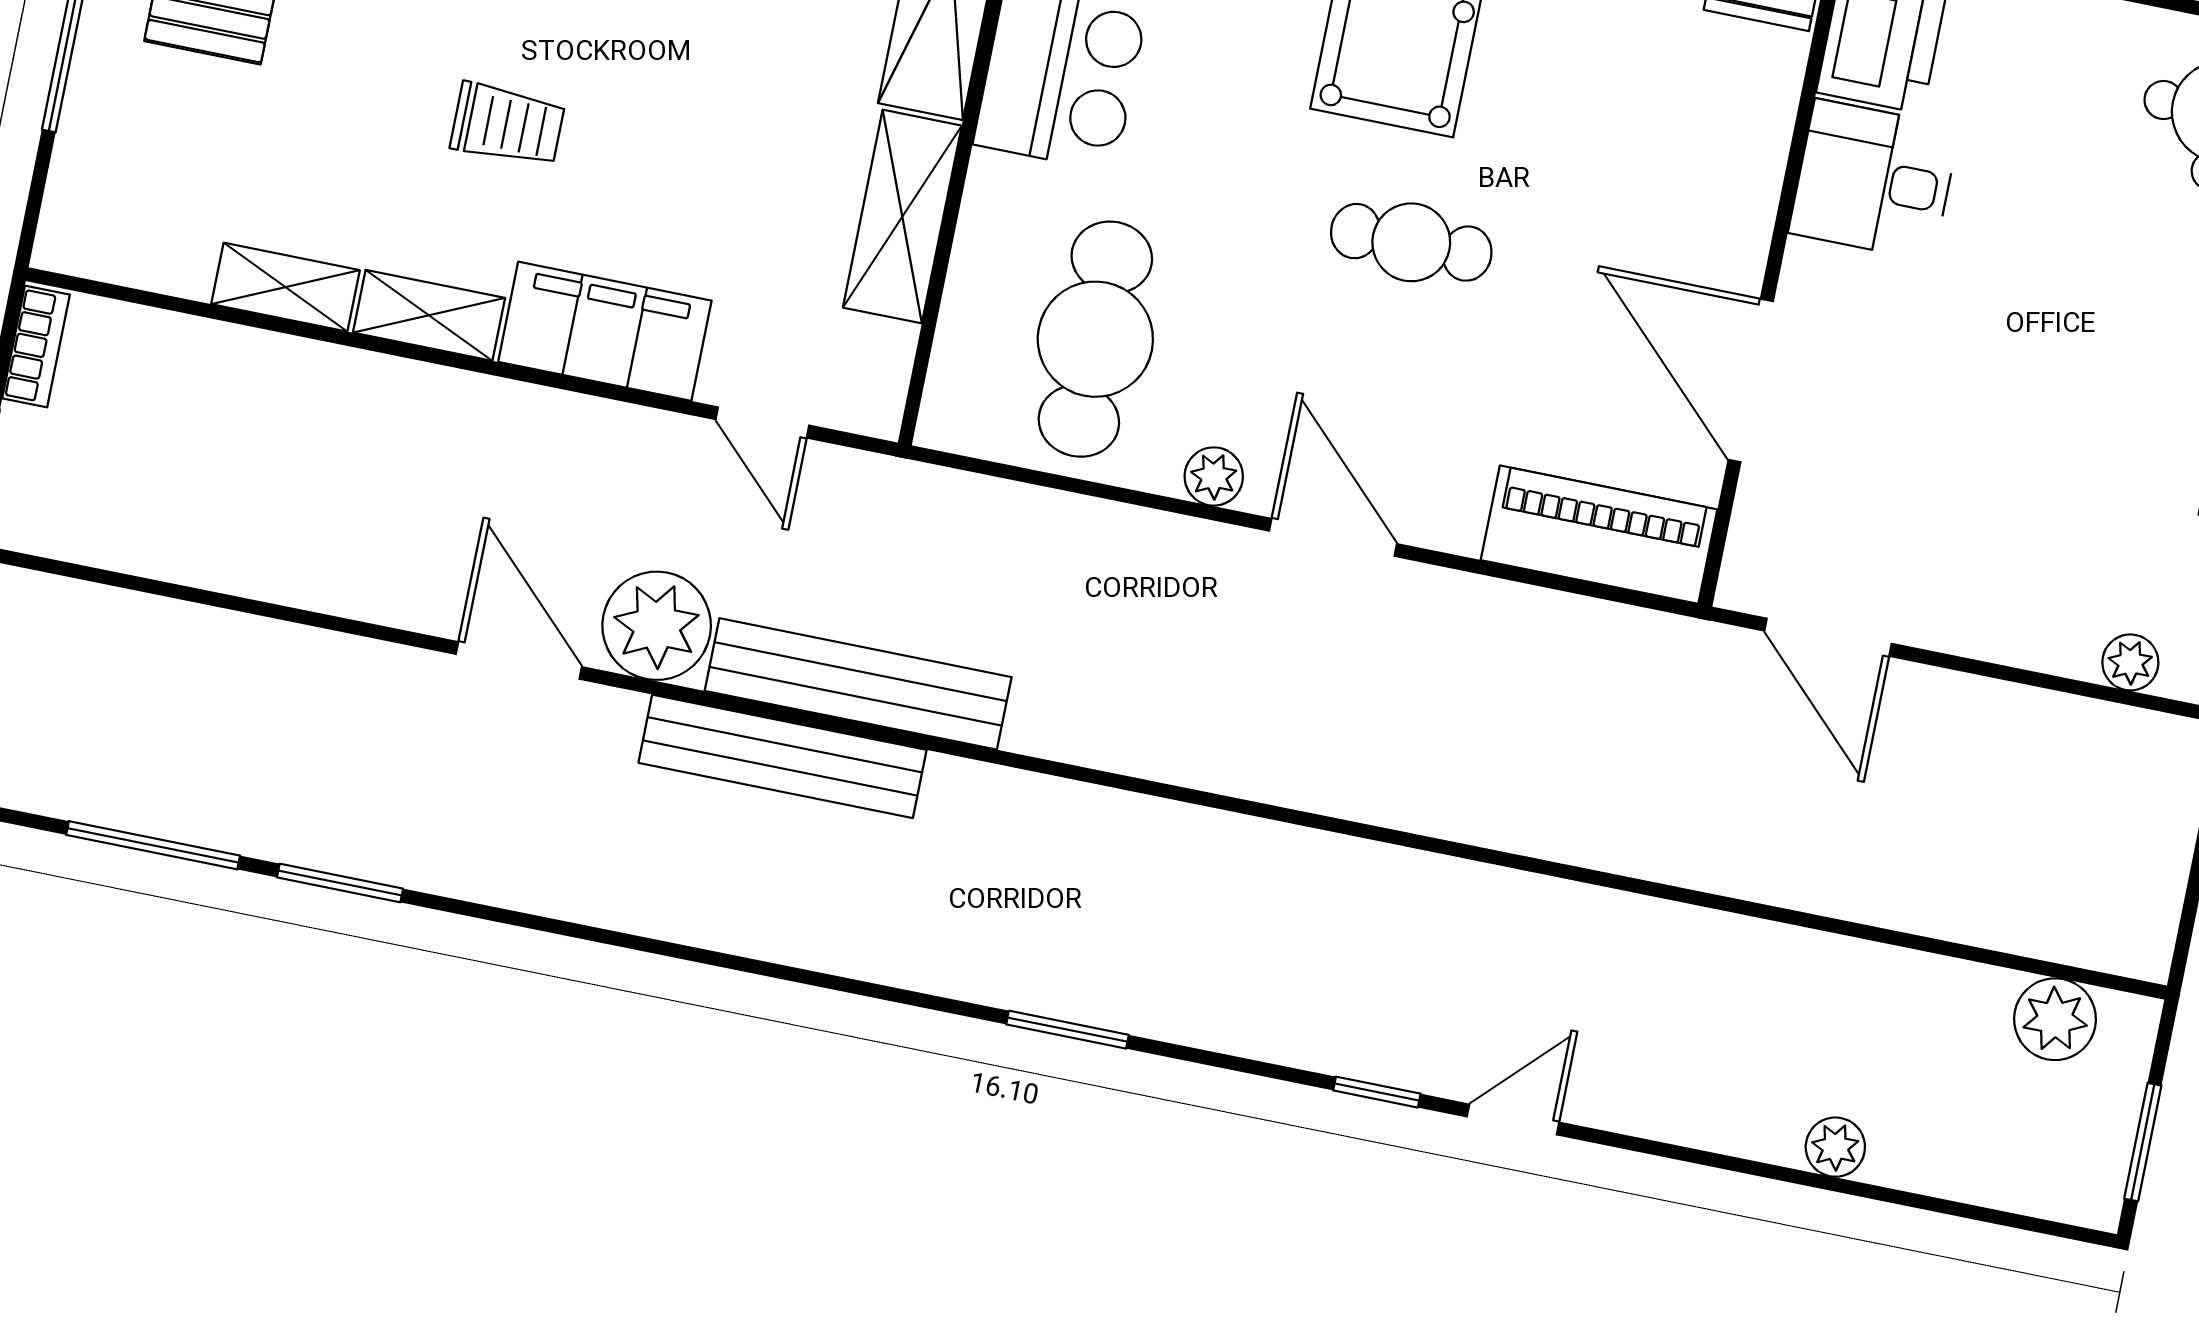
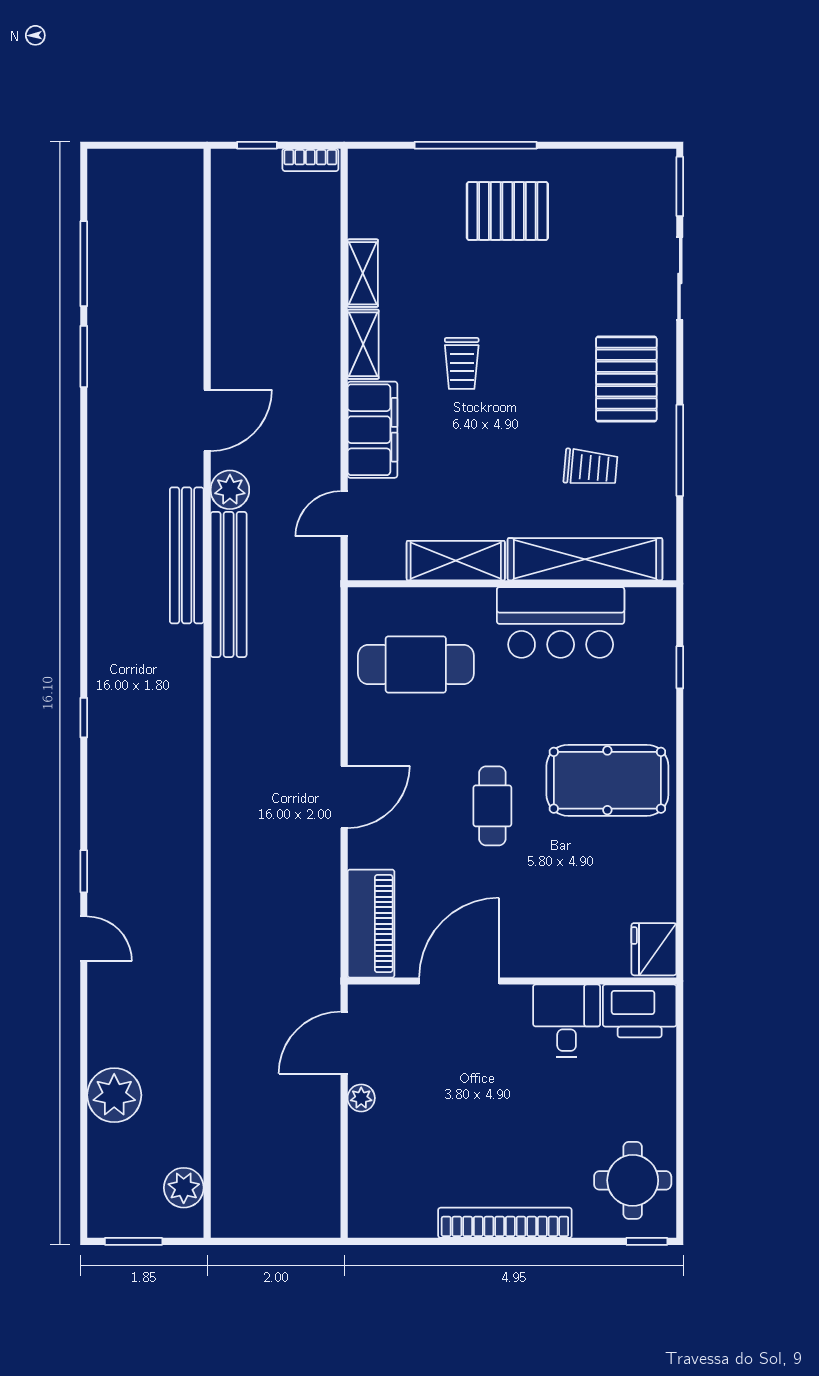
plant: (1214, 476) -> (362, 734), removed
plant: (657, 626) -> (230, 490), width x0.73, depth x0.73
plant: (2130, 662) -> (361, 1098), moved
window: (1067, 1030) -> (84, 718), width x0.67
plant: (1835, 1147) -> (114, 1095), width x1.87, depth x1.87

